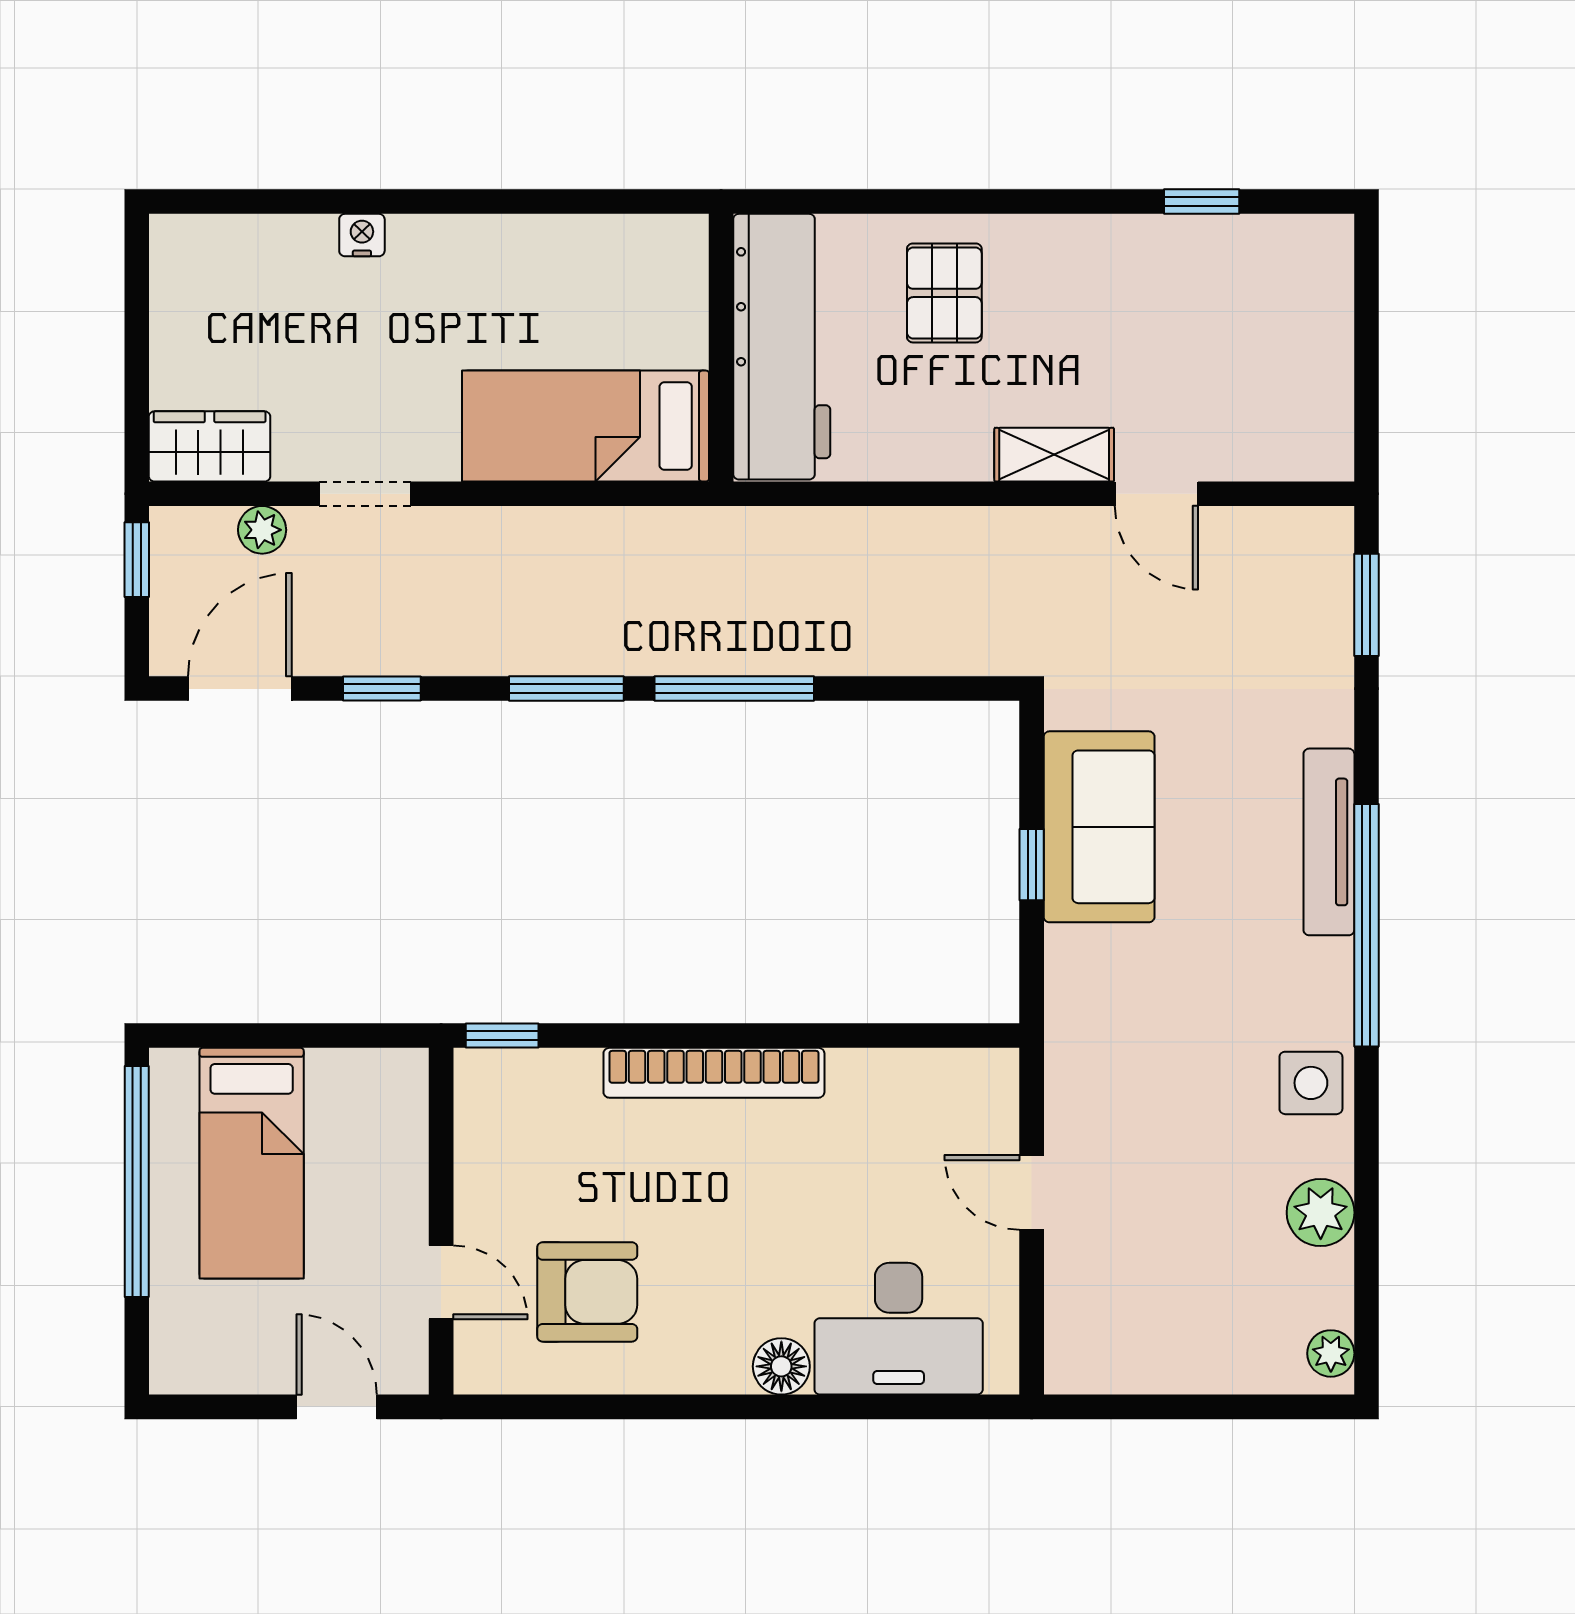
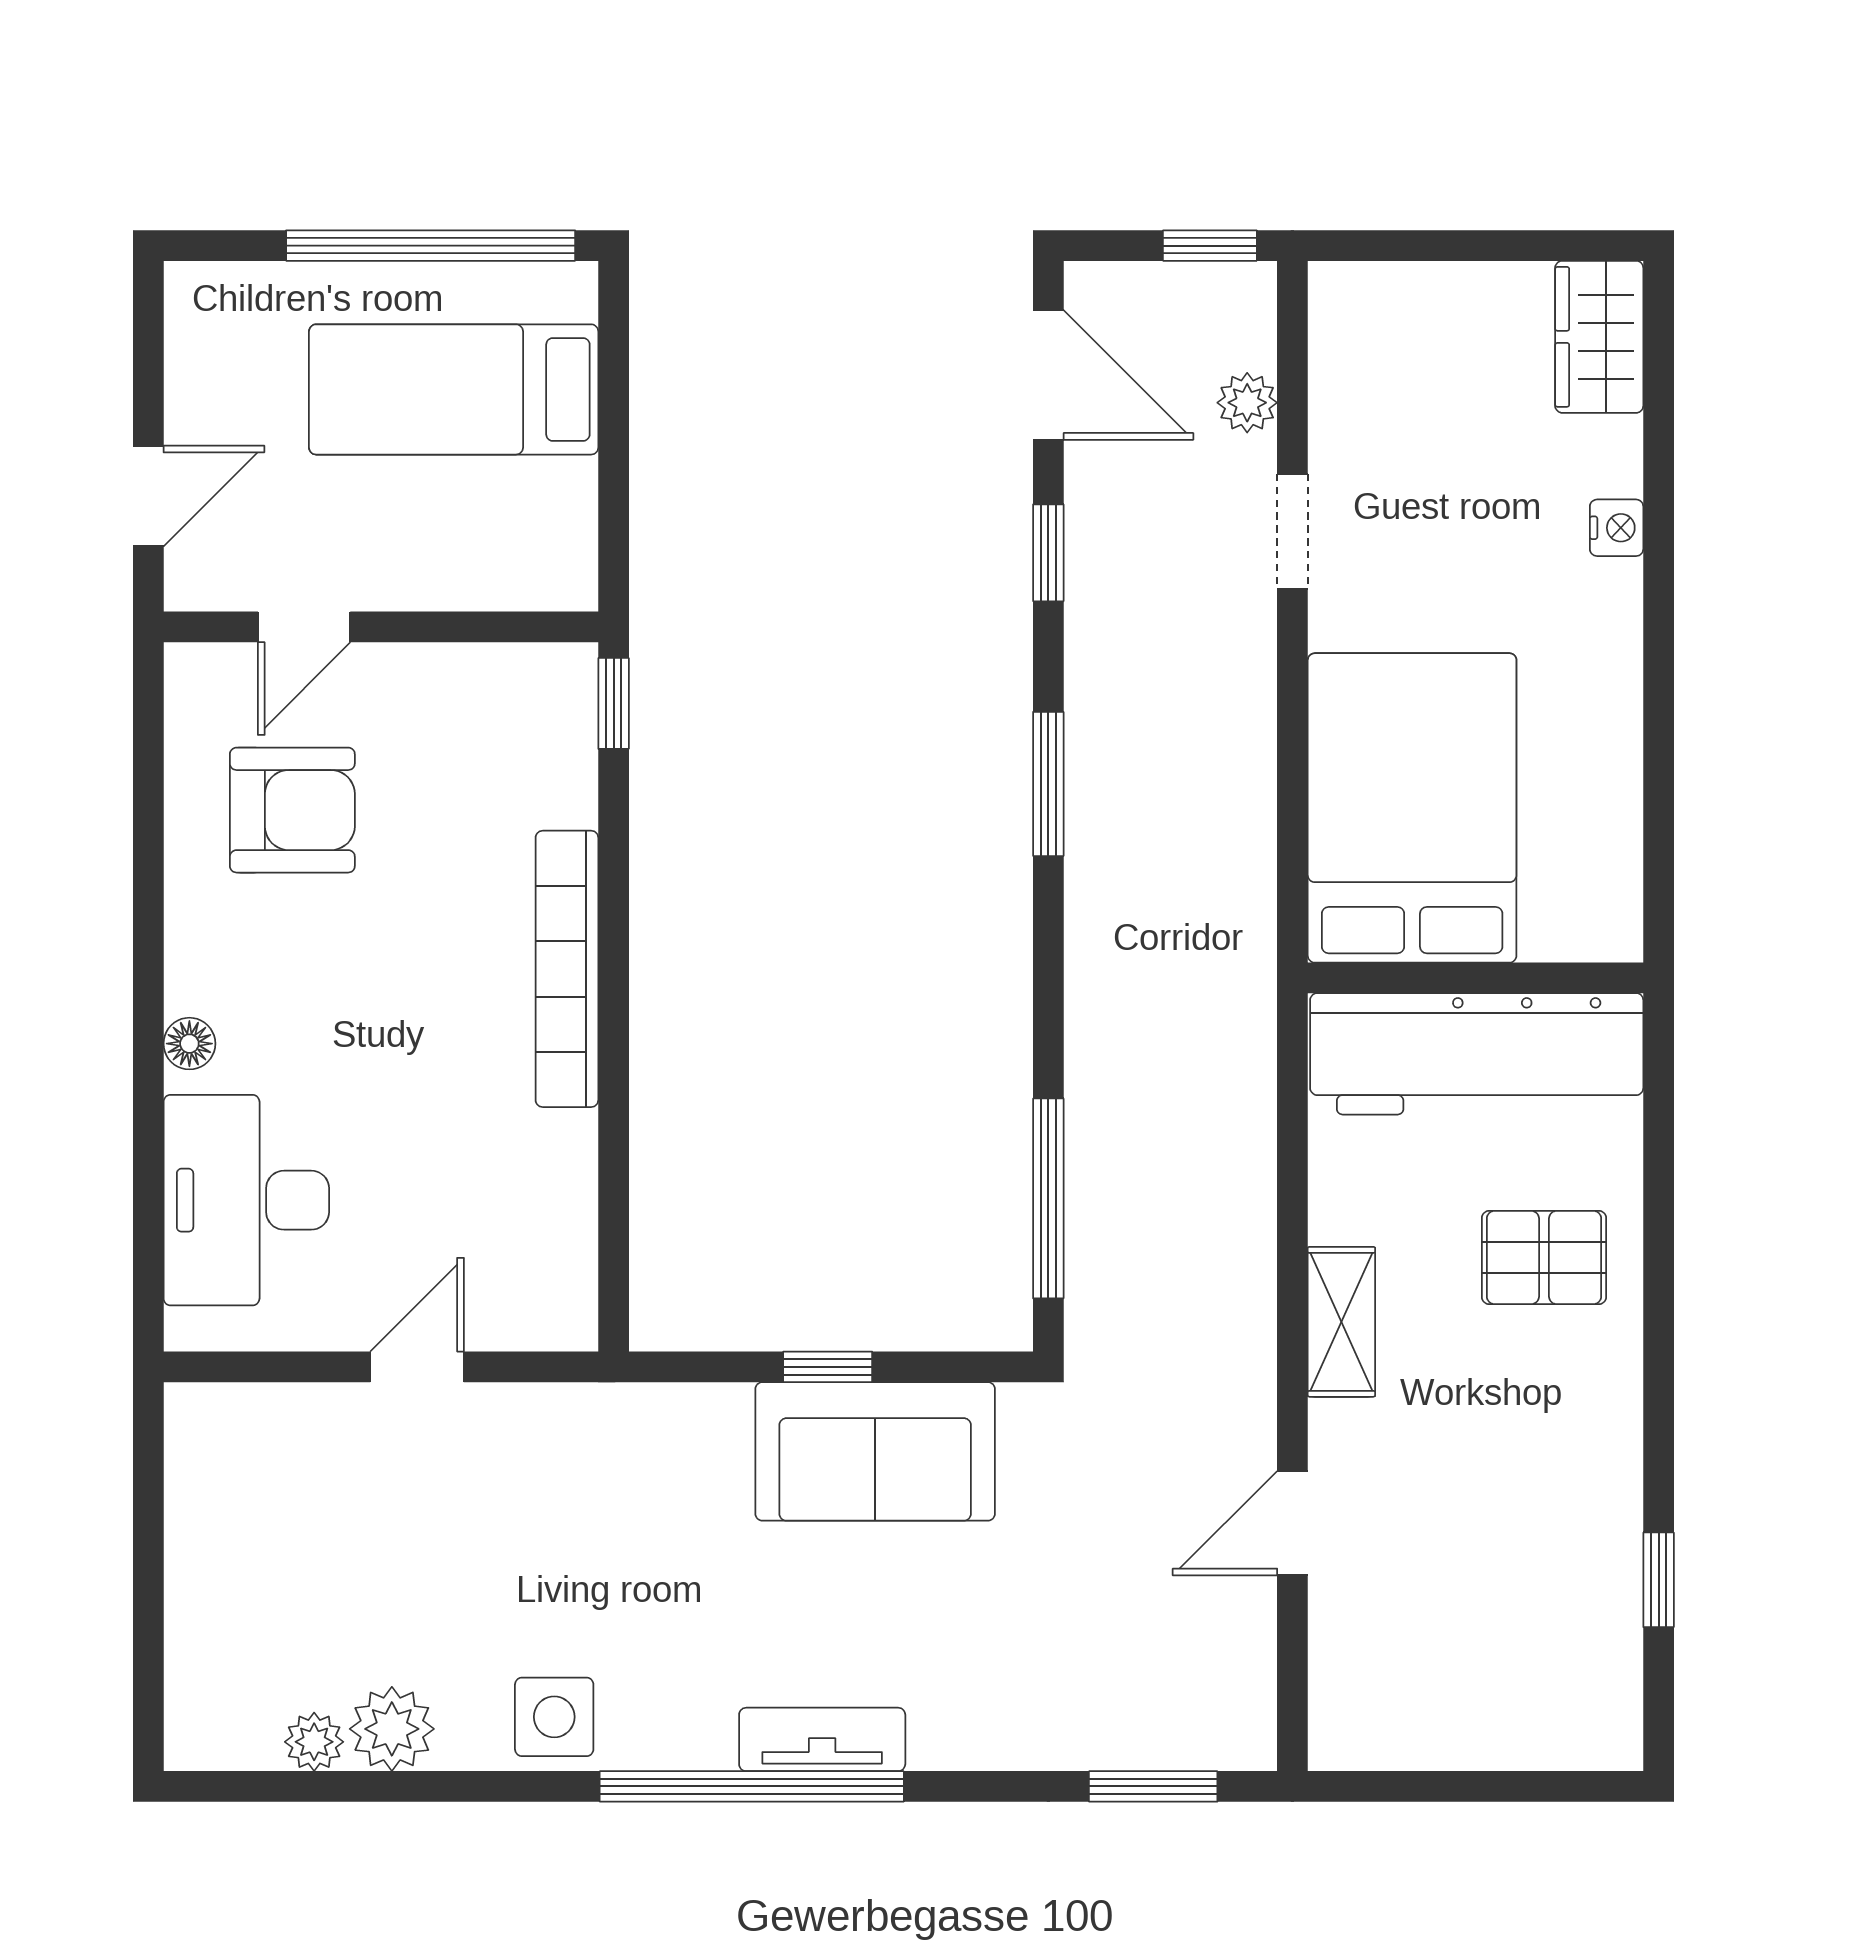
bed: (586, 426) -> (1412, 808), width x1.50
wardrobe: (210, 446) -> (1599, 337), moved, turned 180
shelving: (1054, 455) -> (1341, 1322), moved
window: (734, 689) -> (1048, 1198), moved
tv unit: (1329, 842) -> (822, 1739), width x0.71
armchair: (587, 1292) -> (292, 810), turned -90
plant: (1331, 1353) -> (314, 1742), moved
floor lamp: (781, 1366) -> (189, 1044), width x0.73, depth x0.73

